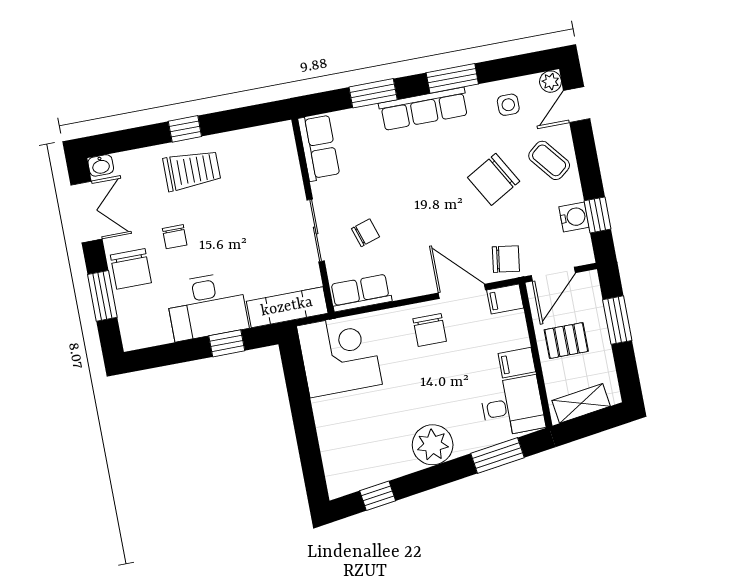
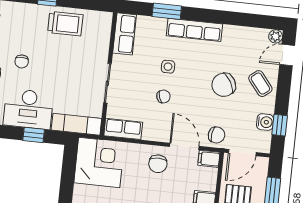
window: (452, 78) -> (217, 17), removed
side table: (508, 105) -> (168, 67), moved
trolley: (192, 170) -> (65, 24), moved
chair: (365, 233) -> (163, 96), moved

